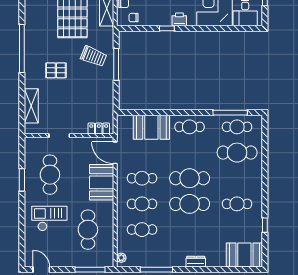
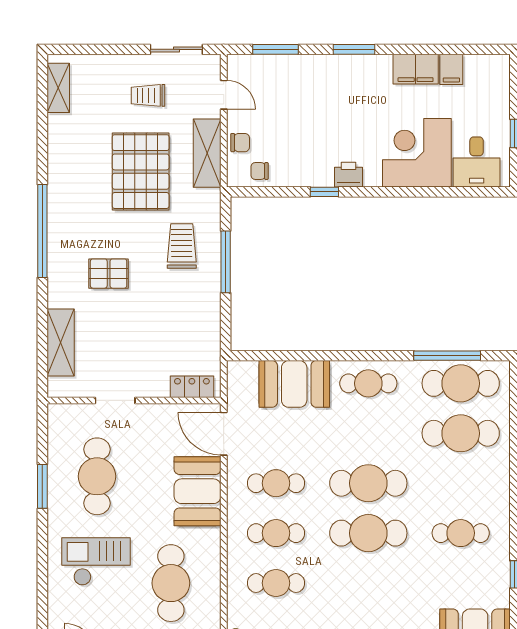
trolley: (94, 56) -> (182, 246), turned -112
cafe table: (237, 127) -> (461, 383), width x1.37, depth x1.35

